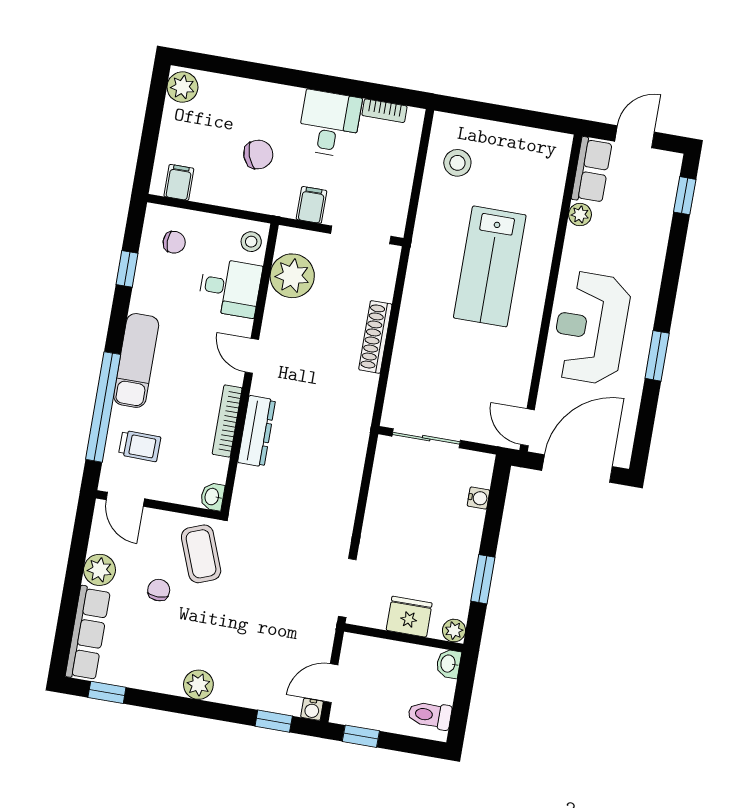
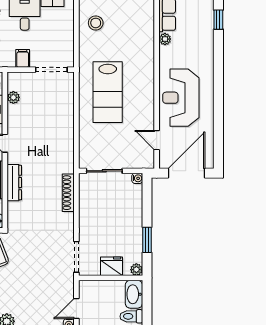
lab bench: (490, 266) -> (108, 92), moved
plant: (292, 276) -> (13, 97), width x0.53, depth x0.53
shoe rack: (375, 337) -> (68, 193), moved
window: (657, 356) -> (218, 106), removed
door: (528, 427) -> (157, 140), moved
water cooler: (478, 498) -> (137, 178), moved
washbasin: (449, 664) -> (134, 294), width x1.91, depth x1.45

